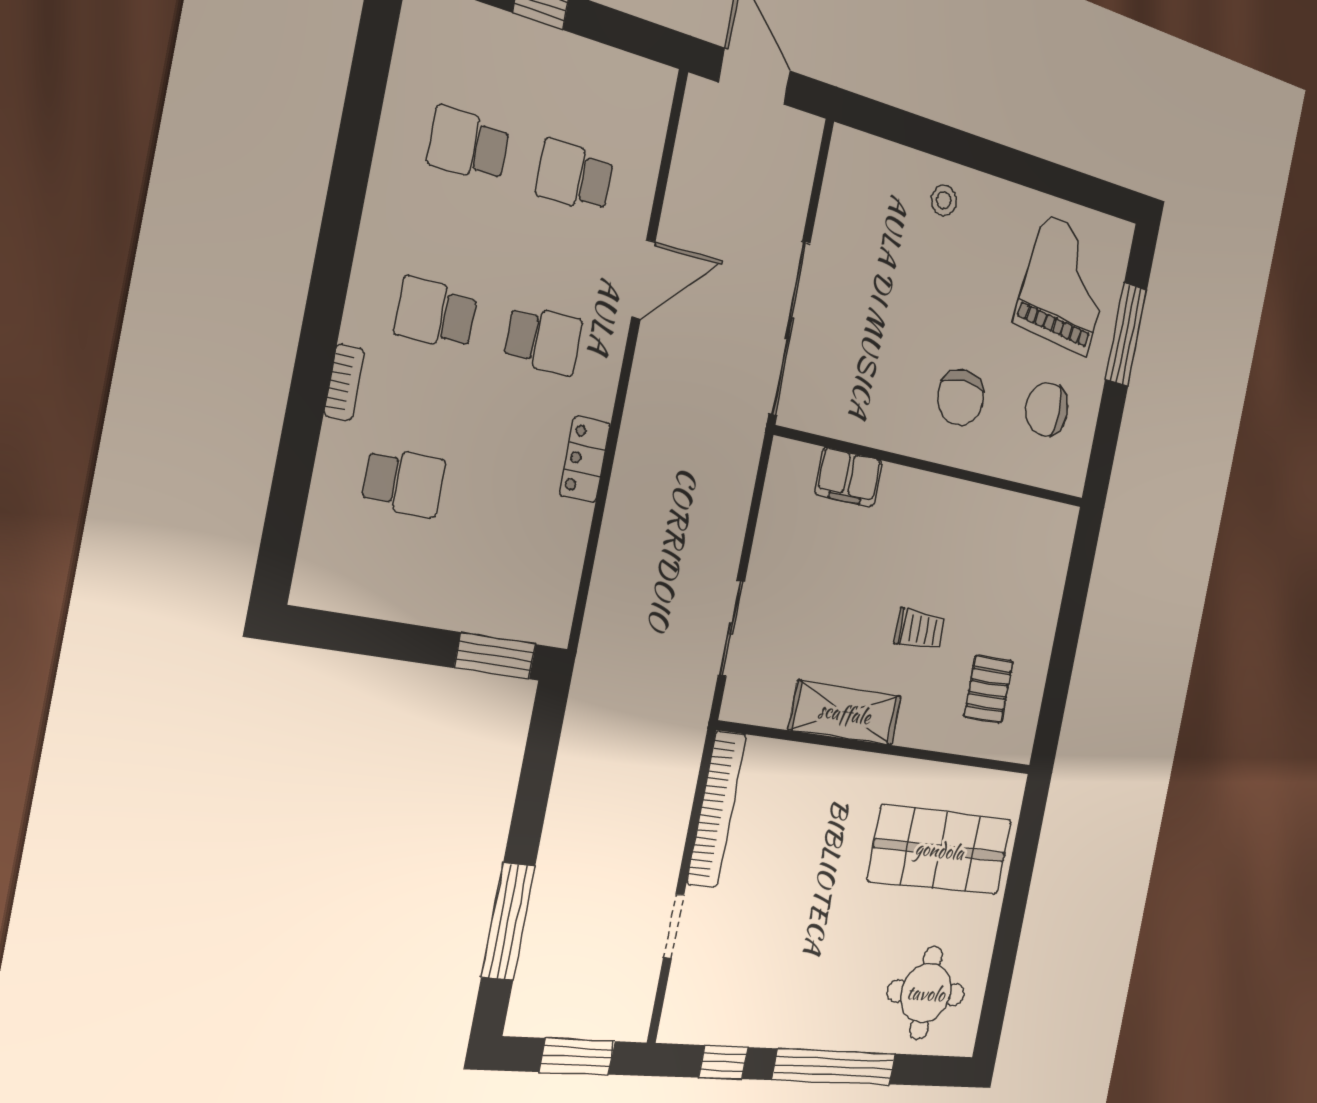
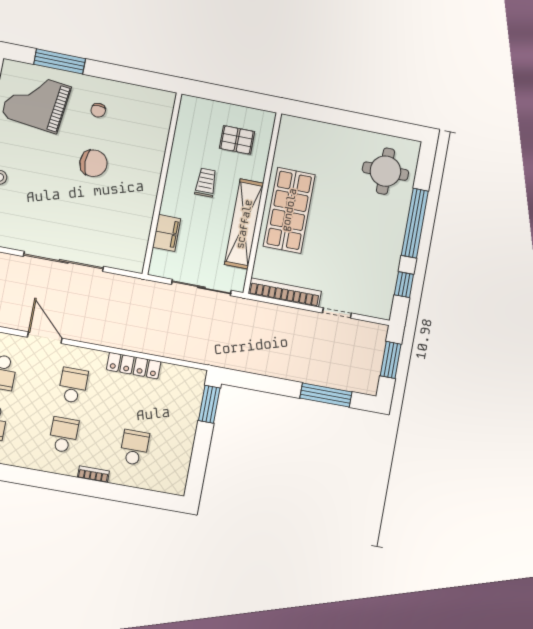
school desk: (436, 314) -> (64, 435), turned 180
chair: (1047, 409) -> (98, 110), width x0.54, depth x0.54
locker: (585, 459) -> (134, 366), width x1.53
wall: (935, 468) -> (162, 183), moved
filing cabinet: (849, 477) -> (167, 233), moved
sliding door: (731, 628) -> (201, 287), width x1.37
shelving: (845, 713) -> (244, 224), width x1.47
shop shelf: (940, 850) -> (289, 210), moved

